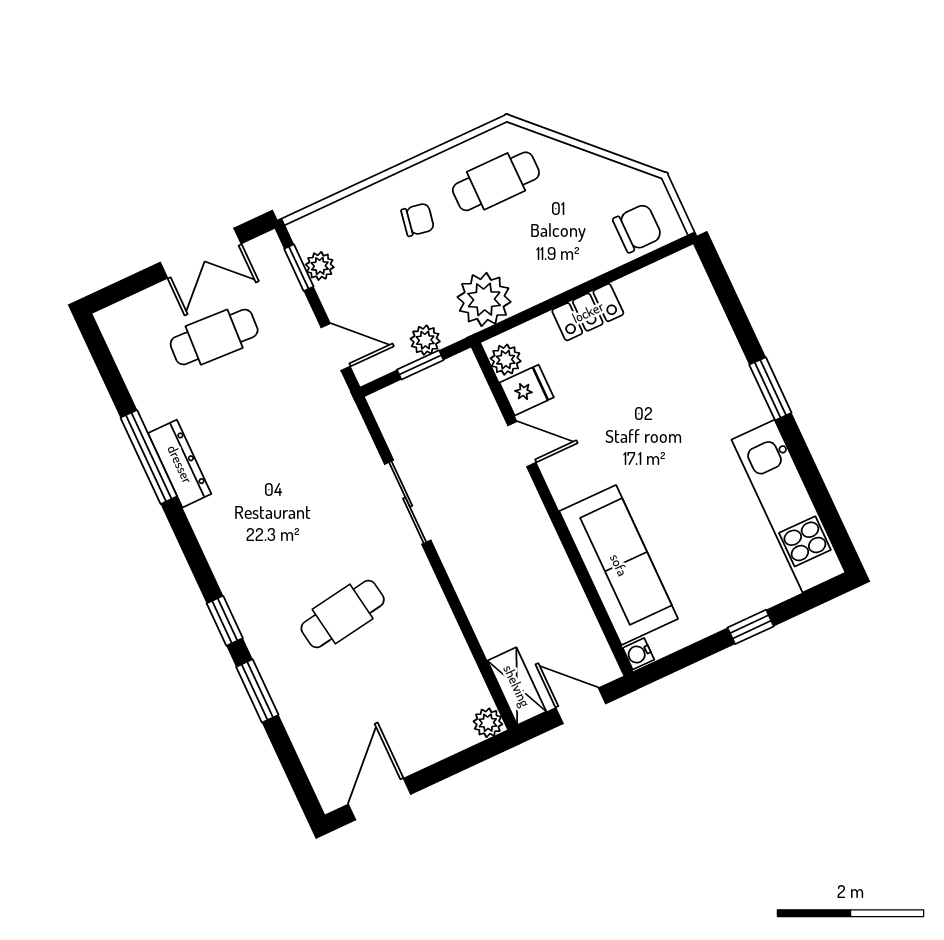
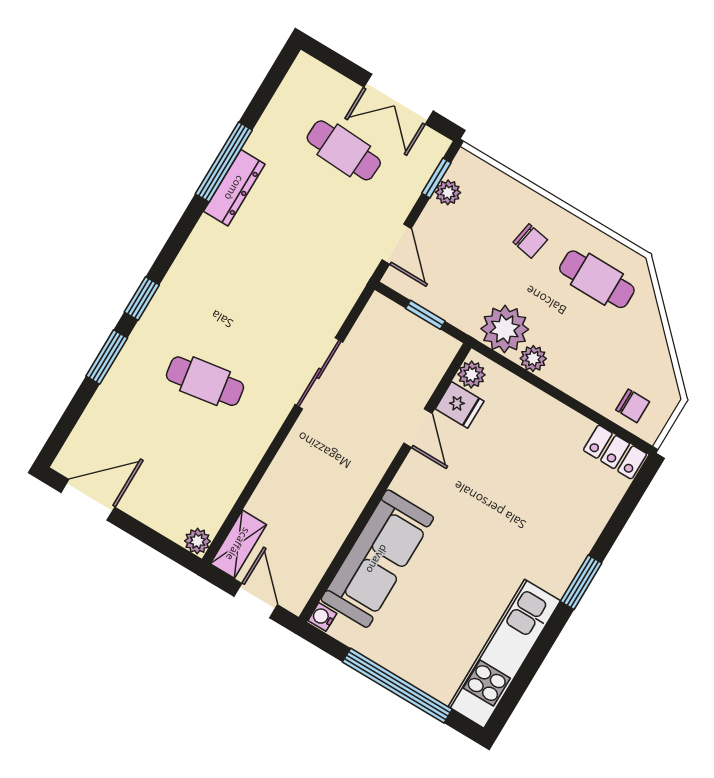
chair: (637, 228) -> (633, 406), width x0.73, depth x0.73
locker: (588, 312) -> (615, 452), moved
plant: (425, 340) -> (533, 359), moved
window: (751, 627) -> (397, 686), width x3.17

